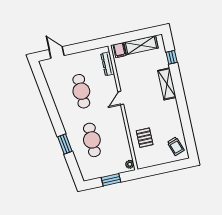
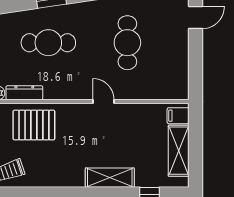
dresser: (108, 64) -> (24, 93), moved
cafe table: (81, 91) -> (127, 43), turned 90
pallet: (145, 138) -> (34, 125), width x1.50, depth x1.42

